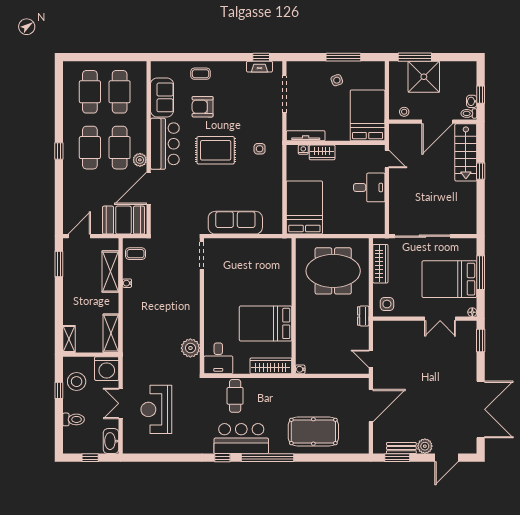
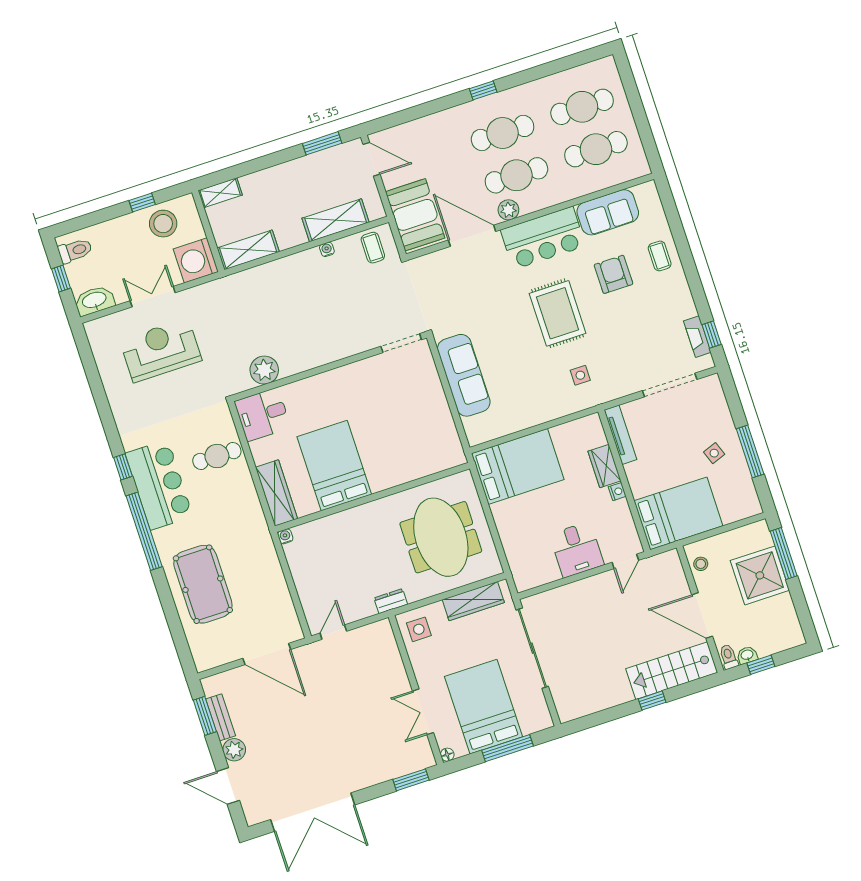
nightstand: (303, 150) -> (617, 492), moved
toilet: (74, 419) -> (75, 251), moved, turned -90

